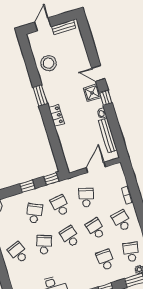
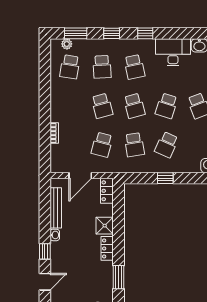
door: (98, 74) -> (45, 282), hinge flipped
shower: (92, 93) -> (105, 226), moved
locker: (71, 162) -> (107, 191), added
window: (51, 179) -> (135, 178), removed
school desk: (122, 221) -> (134, 67), moved

